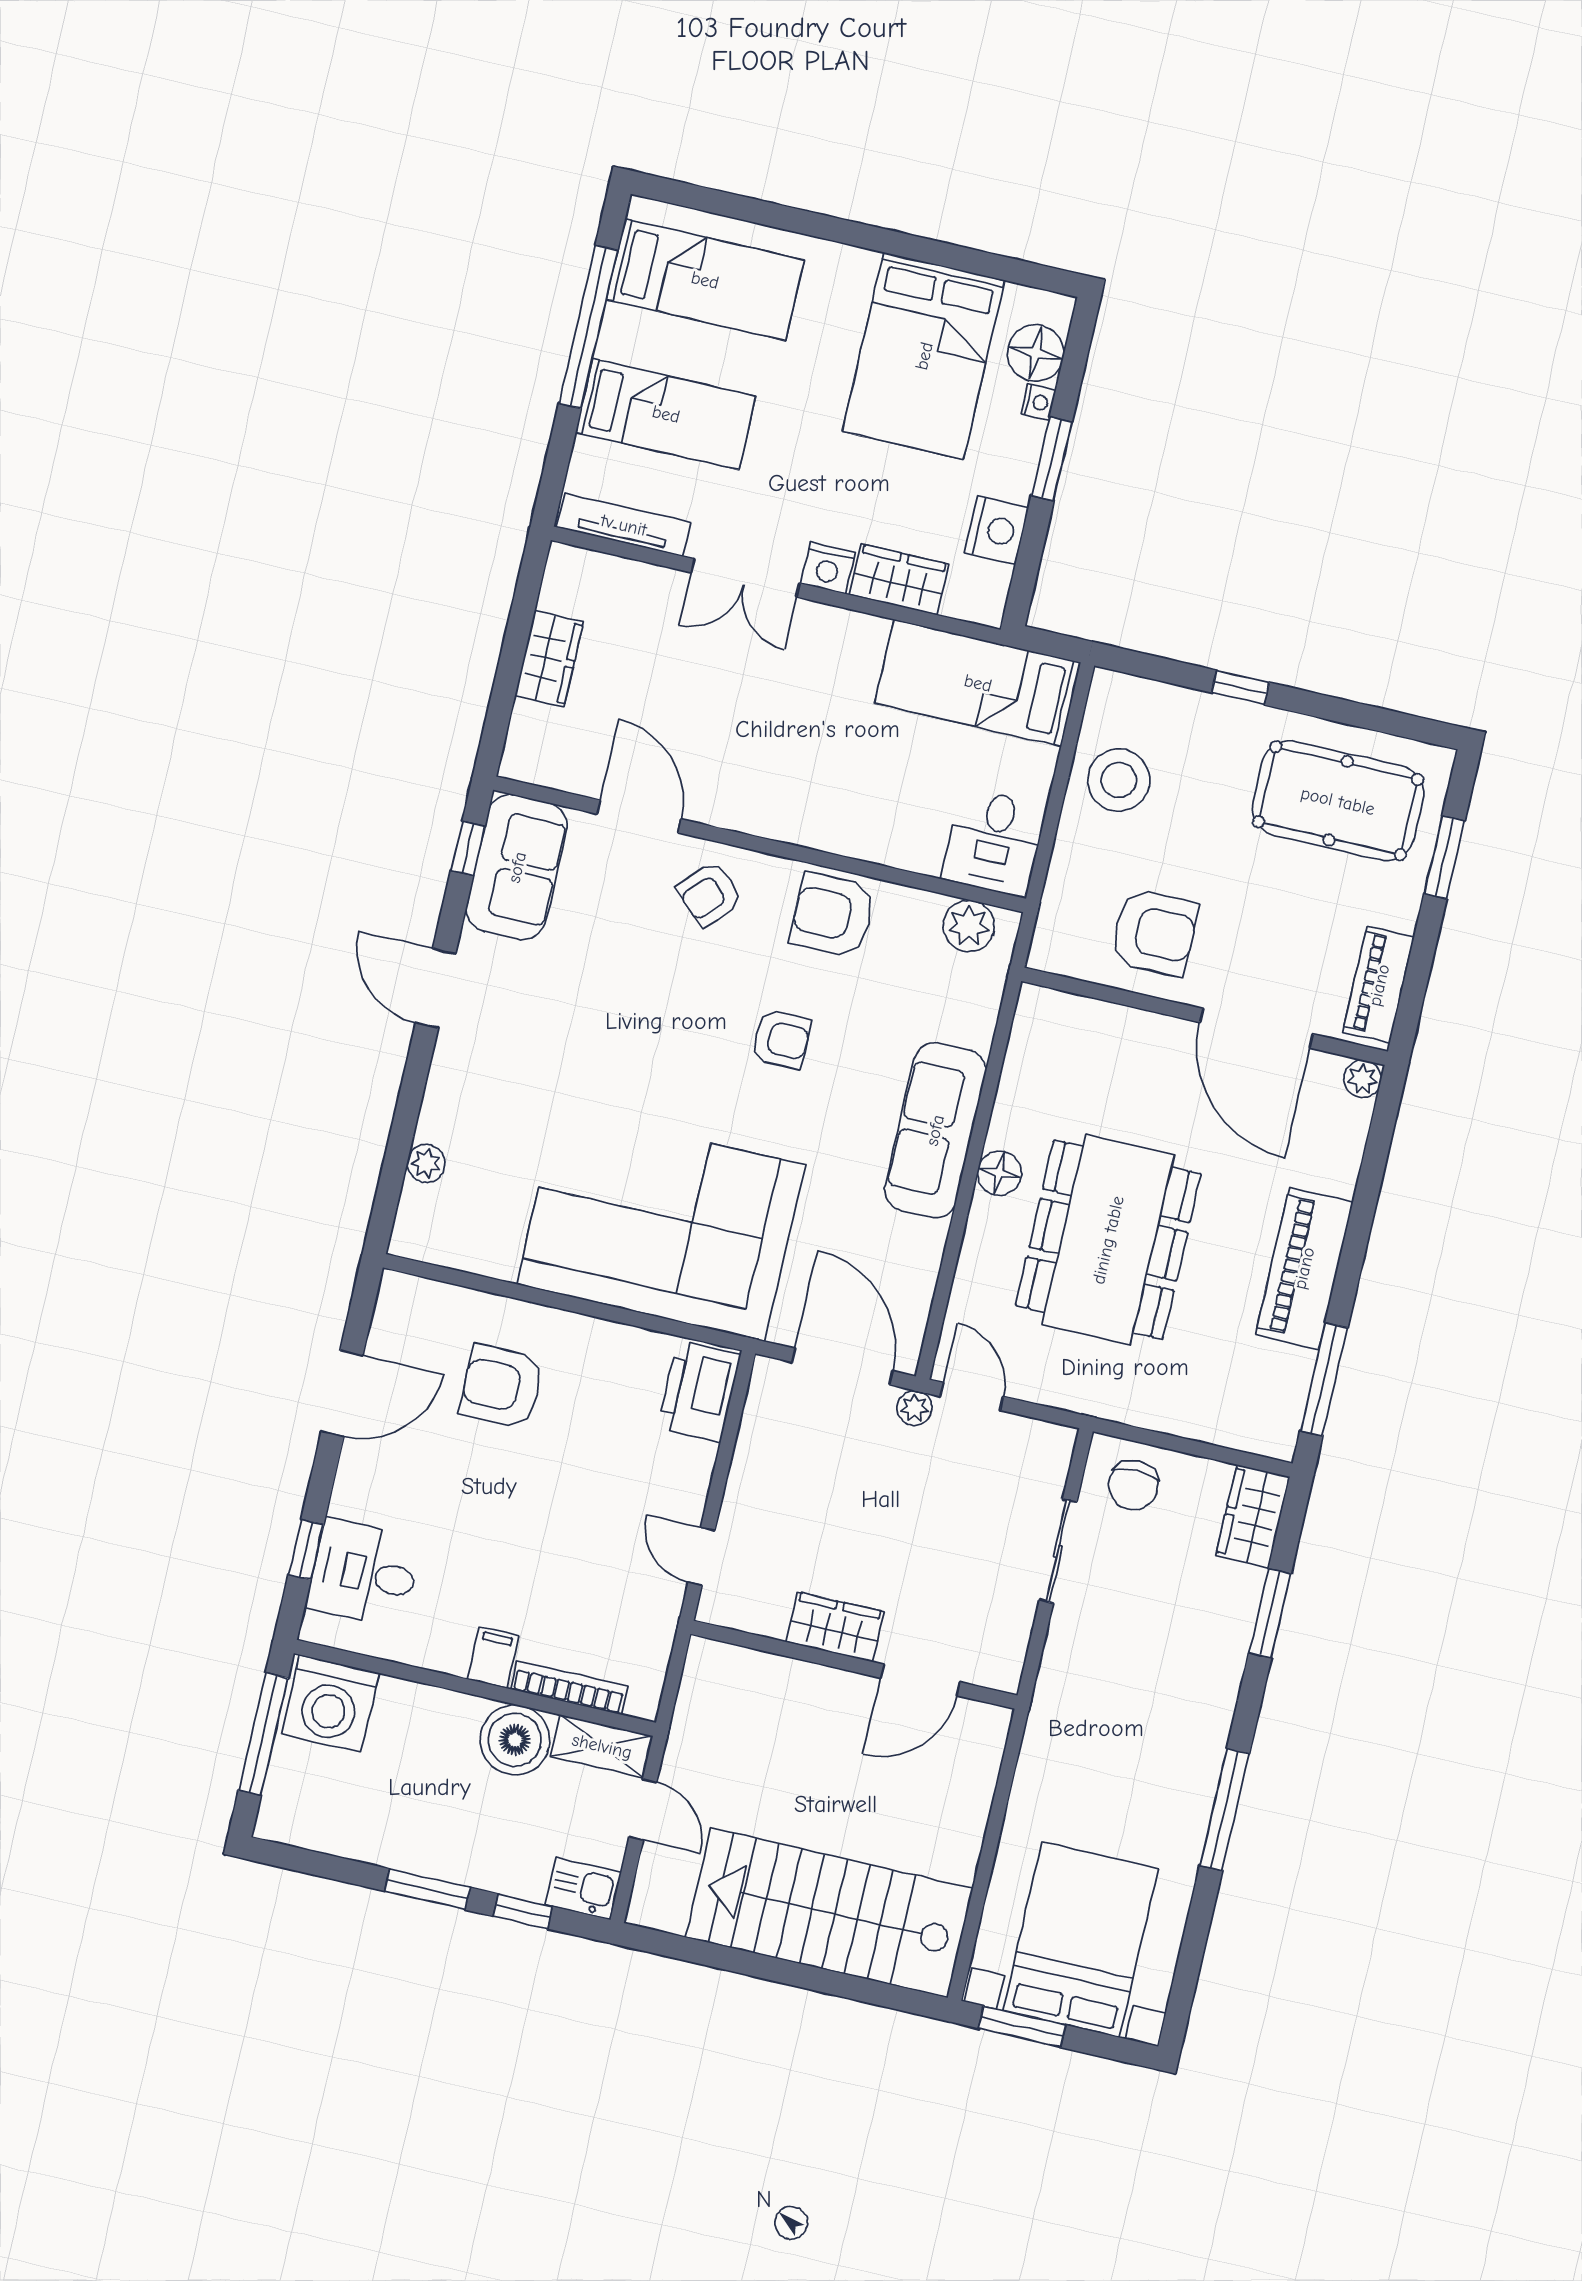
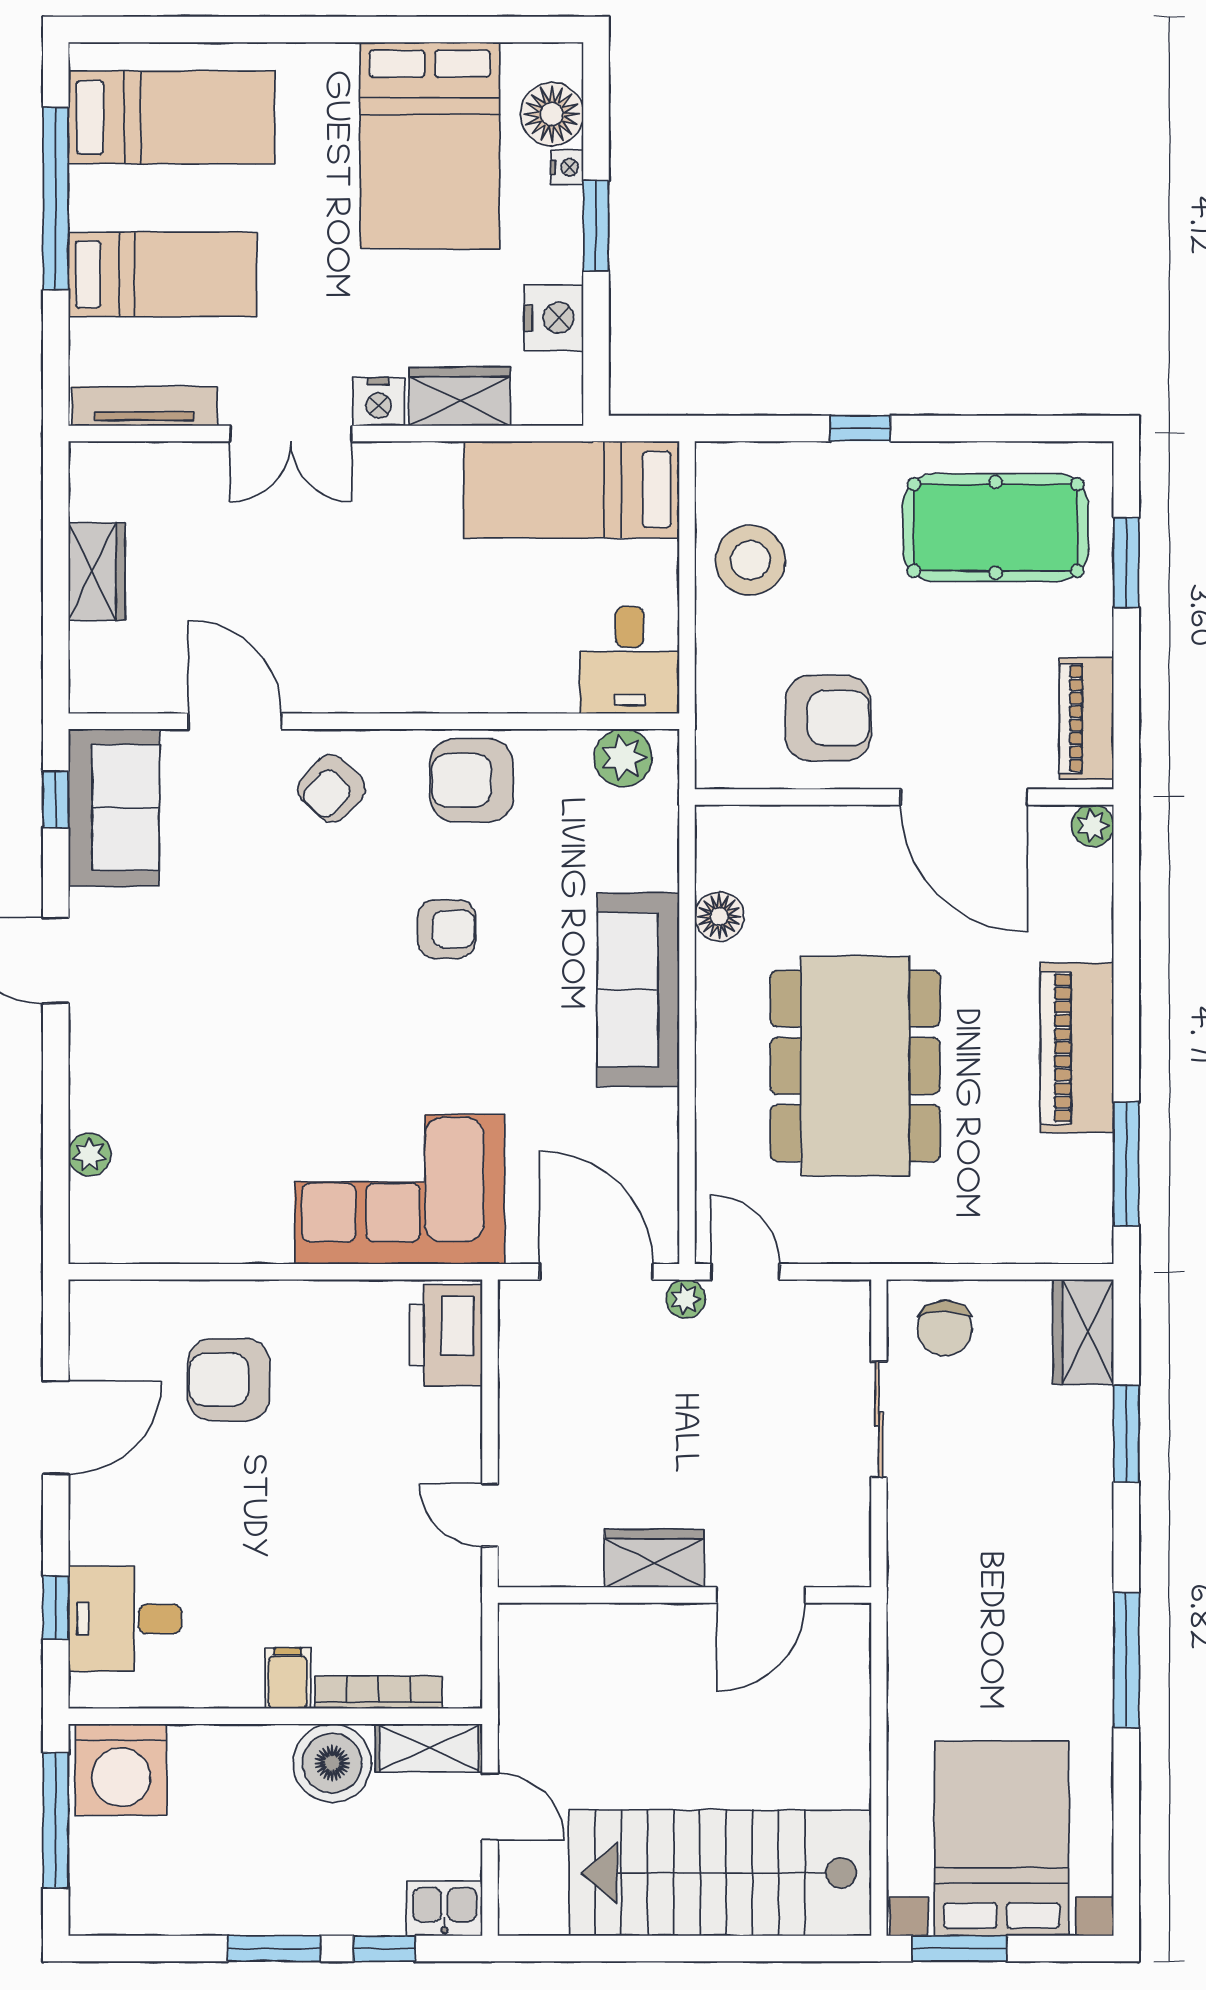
floor lamp: (999, 1173) -> (719, 916), moved
corner sofa: (661, 1225) -> (400, 1189), width x0.73, depth x0.74

